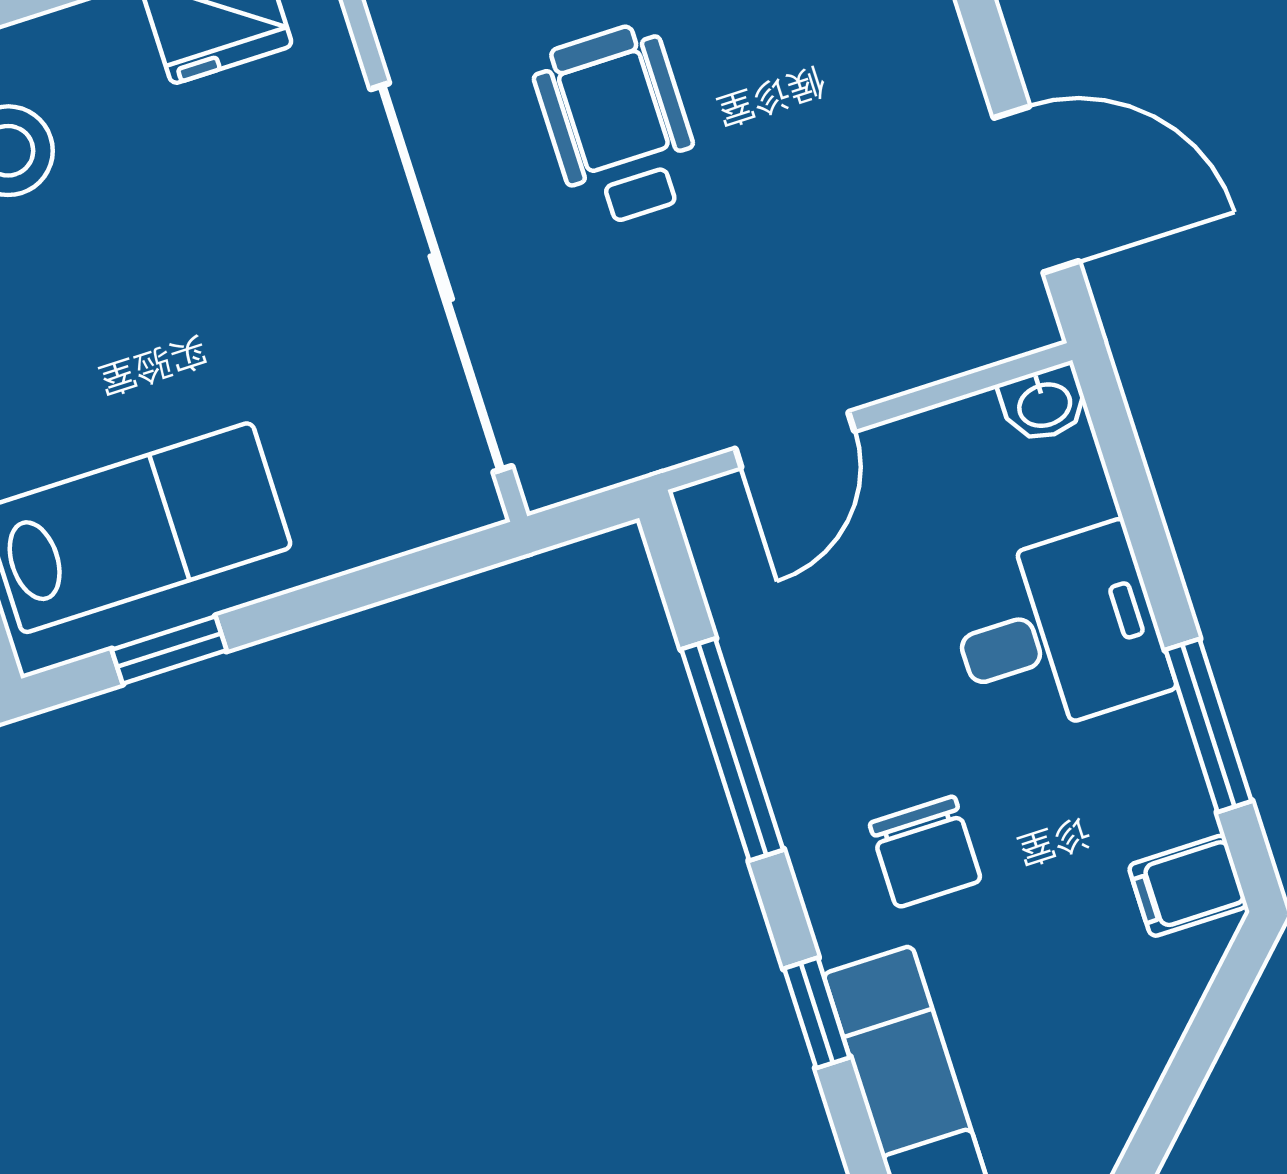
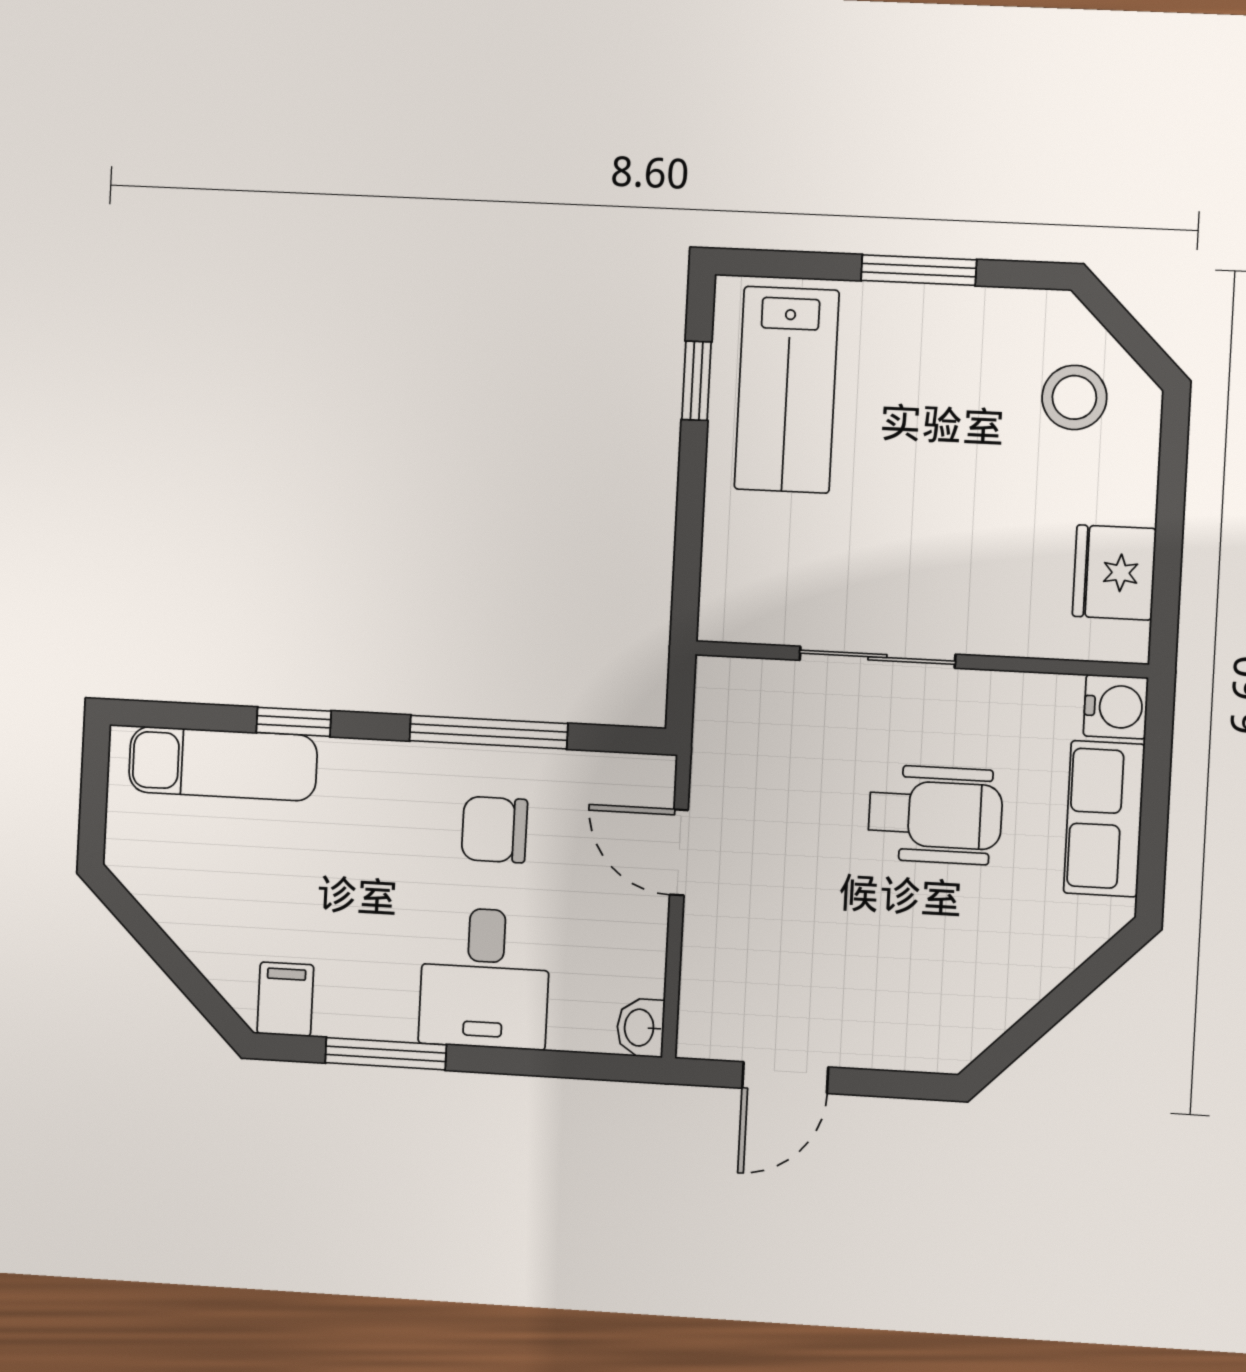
door: (1036, 189) -> (785, 1078), width x0.73
sliding door: (441, 278) -> (877, 657), width x0.54
chair: (925, 852) -> (494, 830), moved

